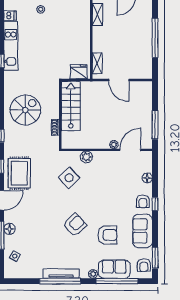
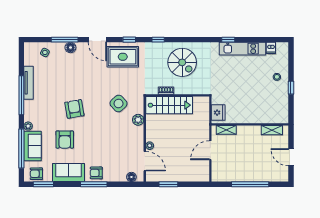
stairs: (71, 106) -> (169, 105), moved
window: (155, 125) -> (168, 184), width x0.69
floor lamp: (147, 178) -> (131, 177), moved
window: (155, 204) -> (94, 184), width x2.17
armchair: (75, 225) -> (74, 109), turned -147
tv unit: (61, 274) -> (28, 83), moved

